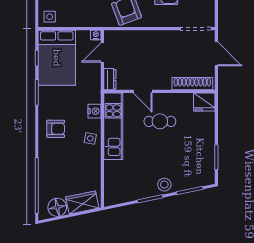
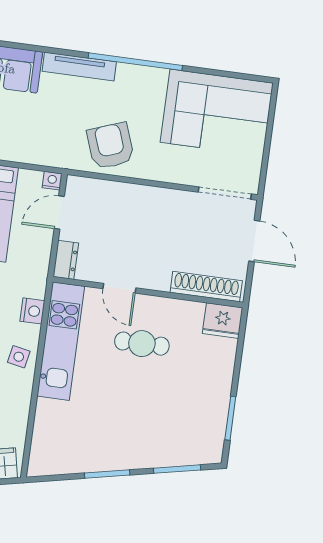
stool: (164, 185) -> (135, 453), removed

